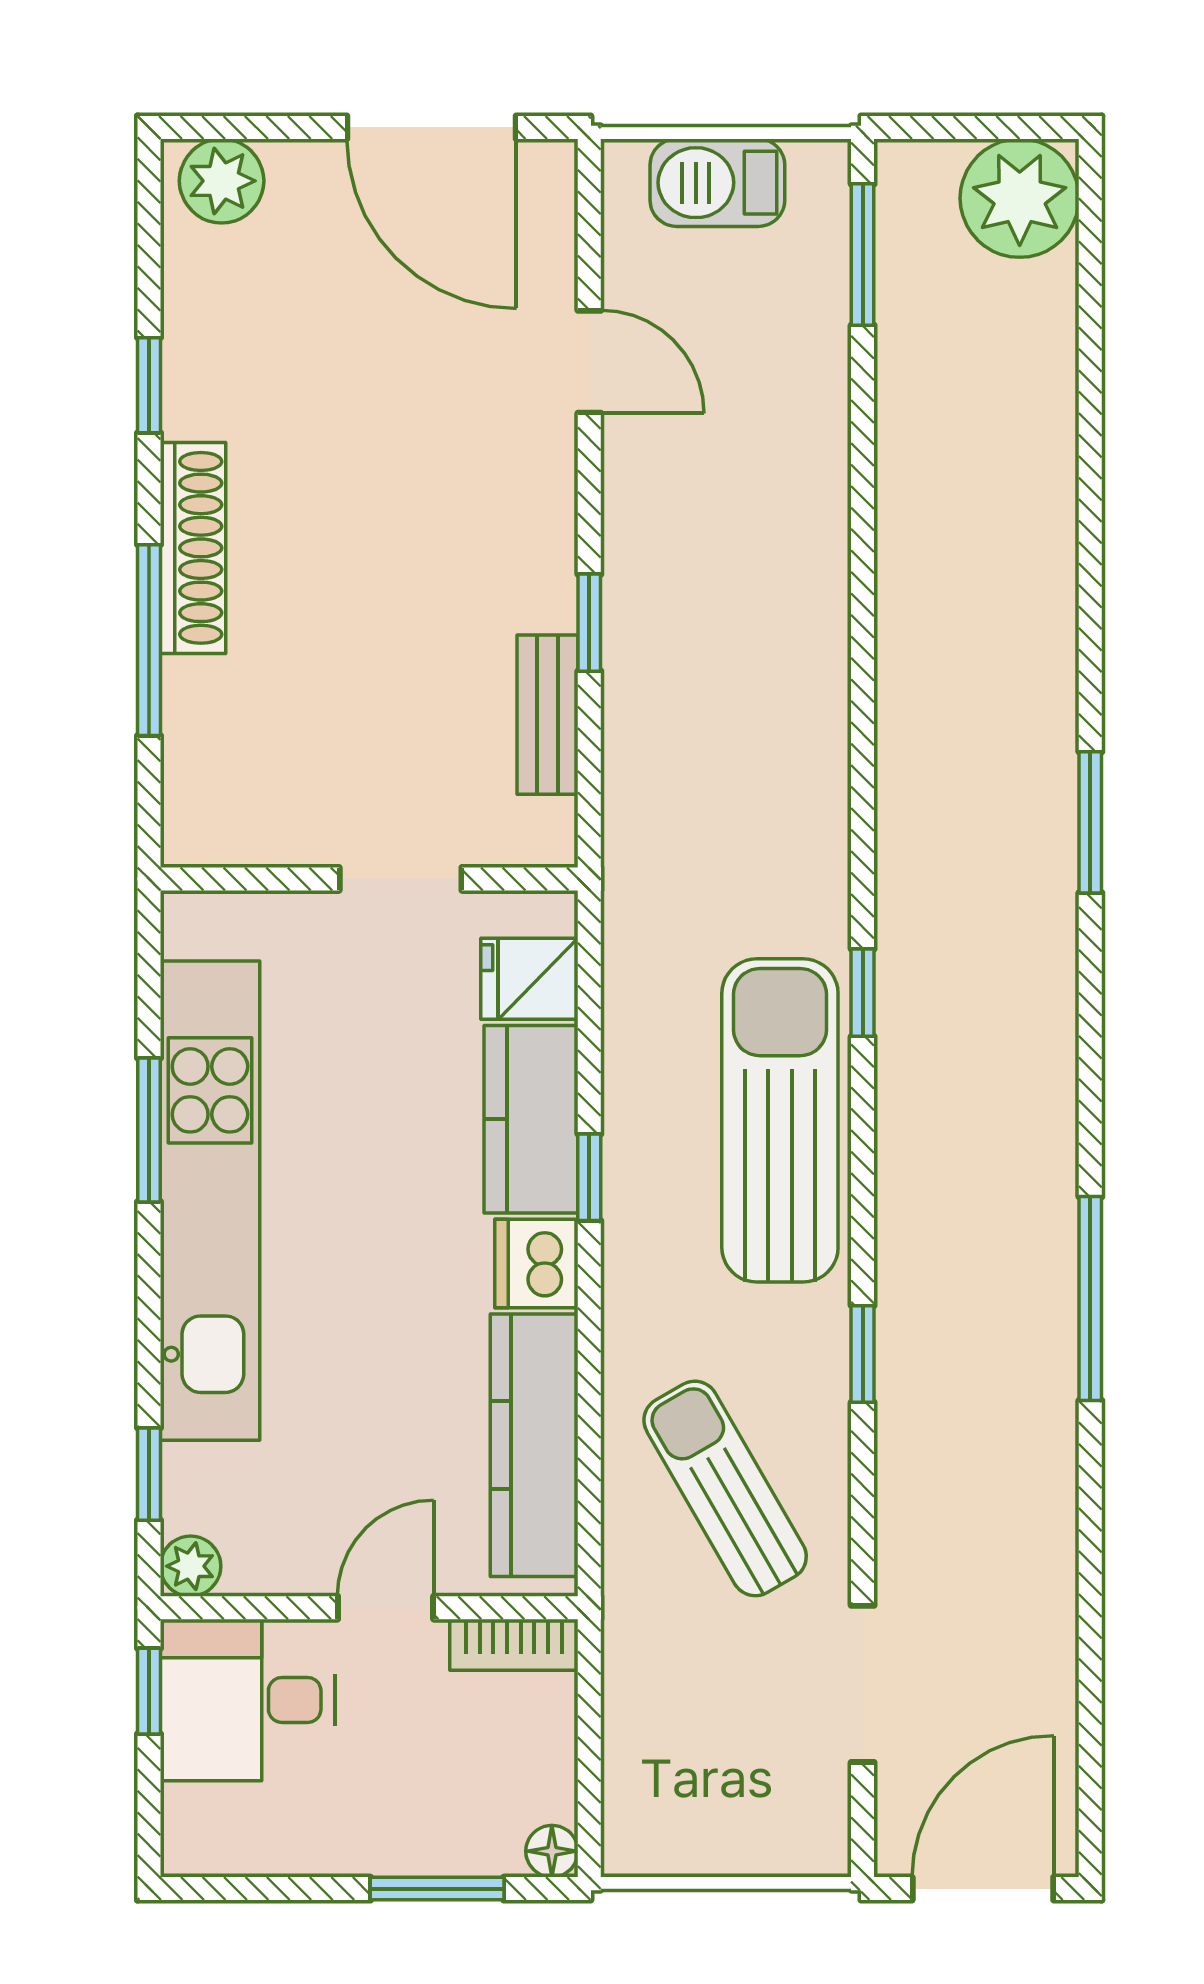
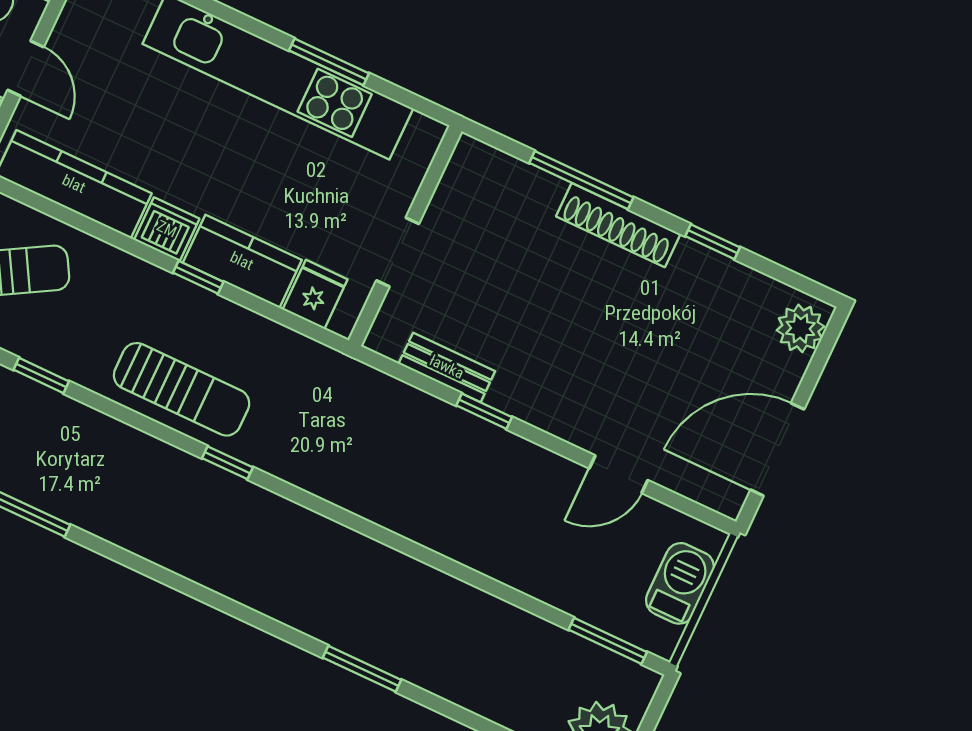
window: (1090, 822) -> (362, 669), moved
sun lounger: (780, 1120) -> (182, 389), width x0.73, depth x0.75

